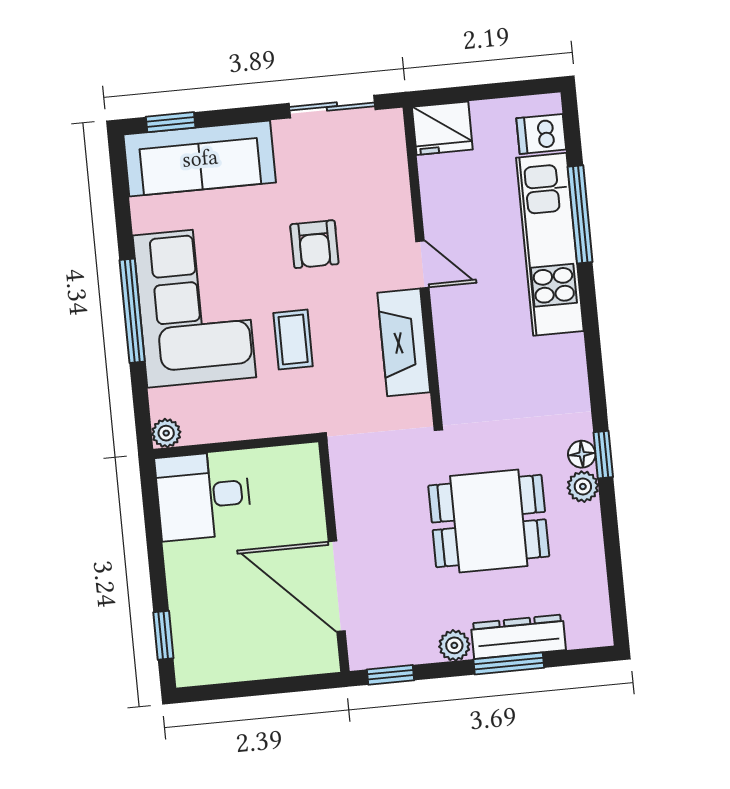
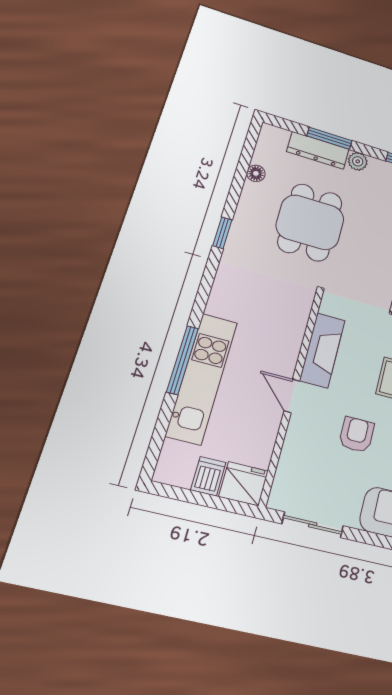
dishwasher: (541, 134) -> (208, 476), moved, turned -90
window: (580, 214) -> (183, 360), moved
floor lamp: (582, 454) -> (256, 173), moved
plant: (583, 487) -> (243, 219), removed
dining table: (489, 521) -> (310, 222), turned 90

